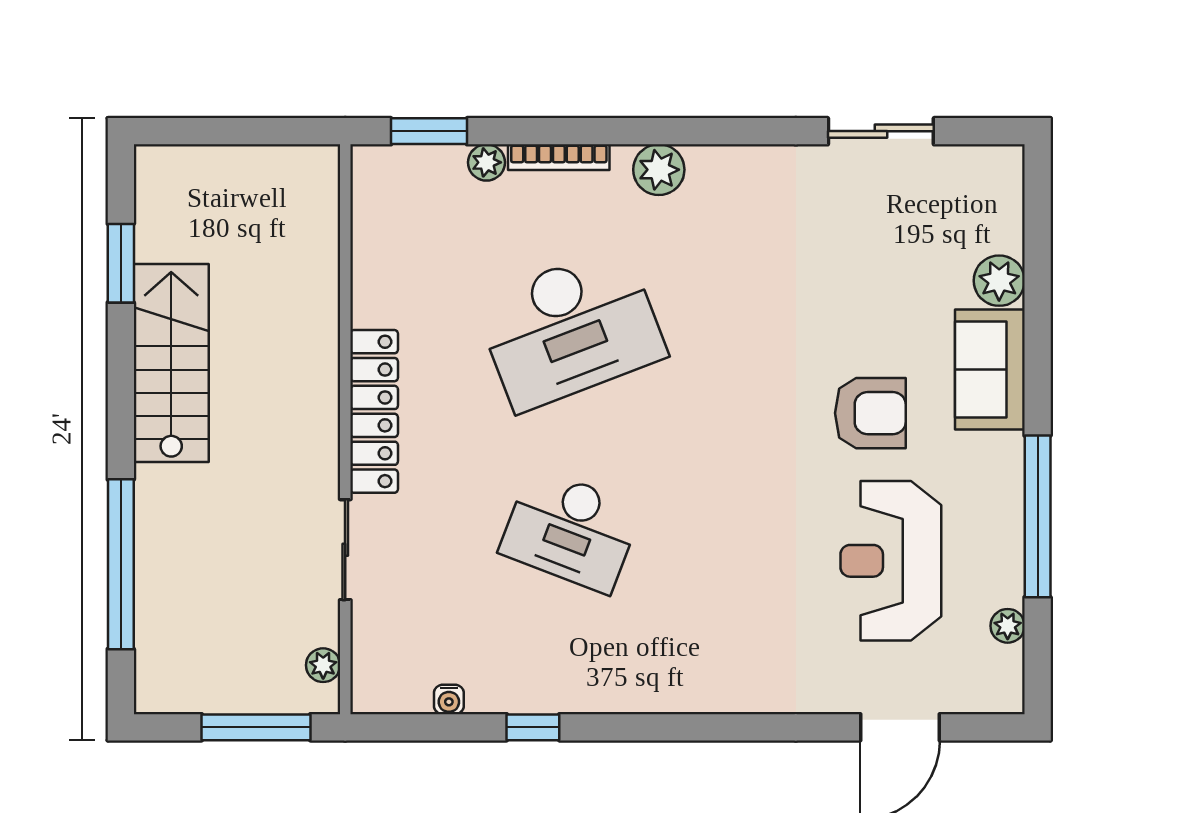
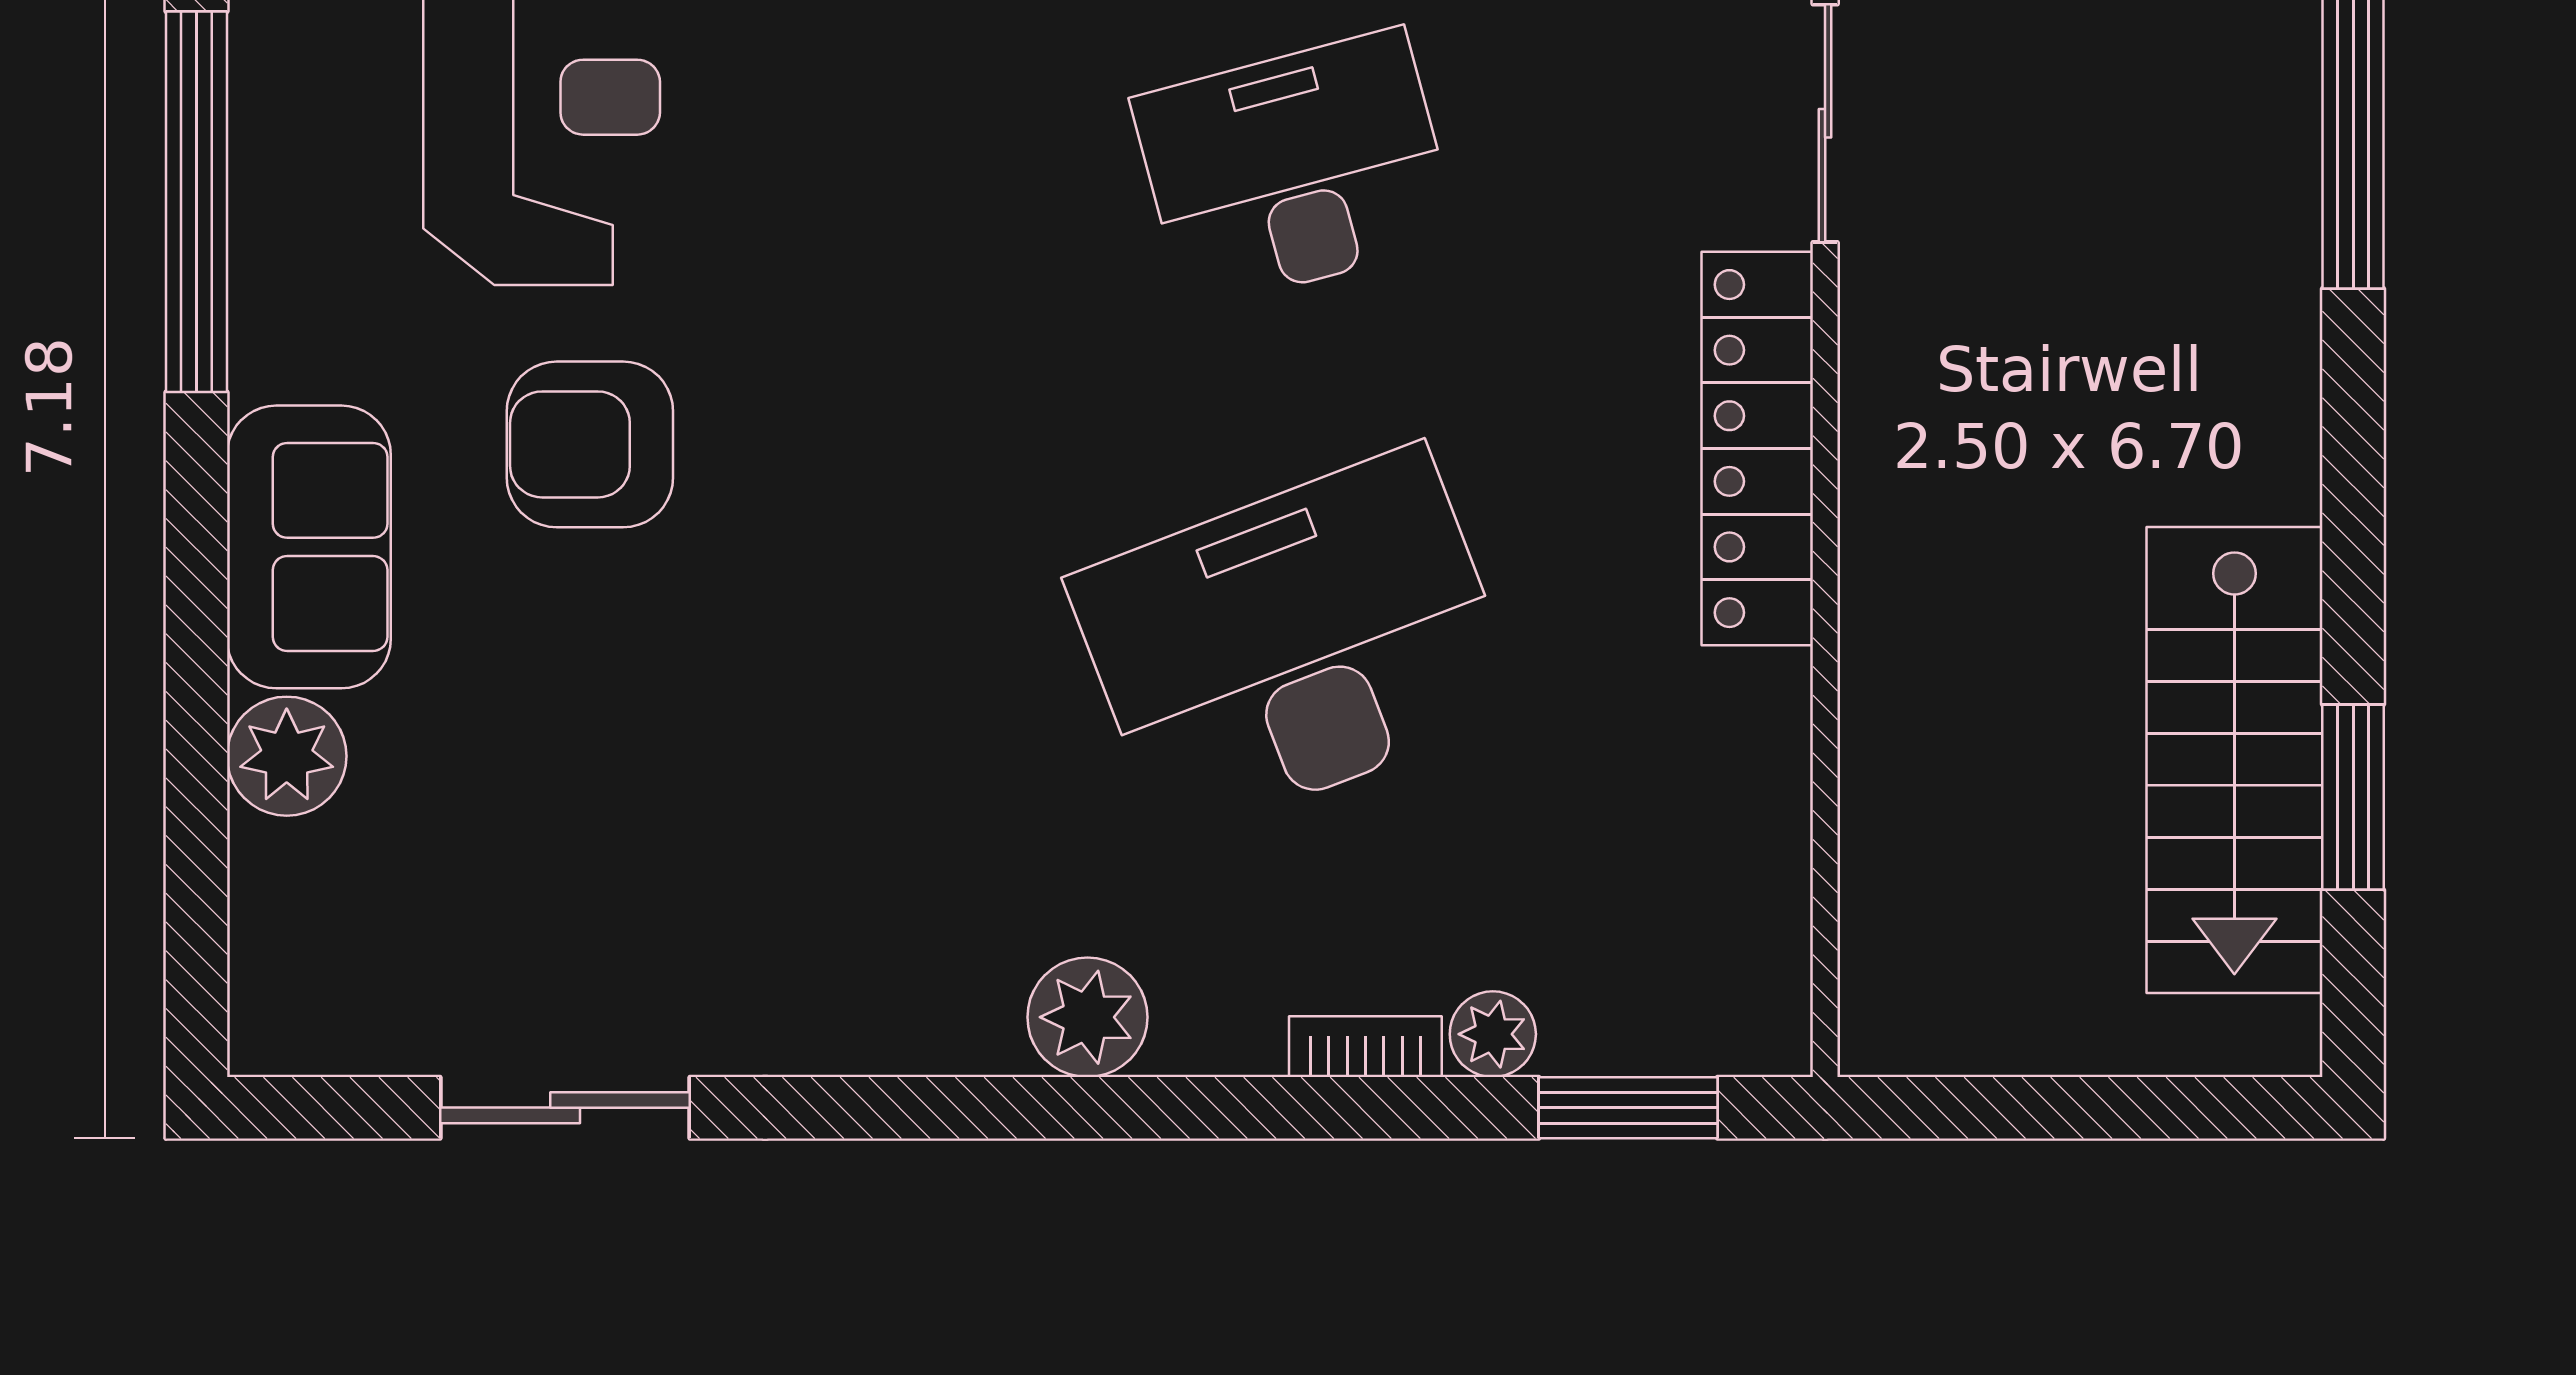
bookcase: (559, 157) -> (1365, 1047), width x0.64
stairs: (171, 363) -> (2234, 760), moved
desk: (571, 530) -> (1295, 169), turned -36

